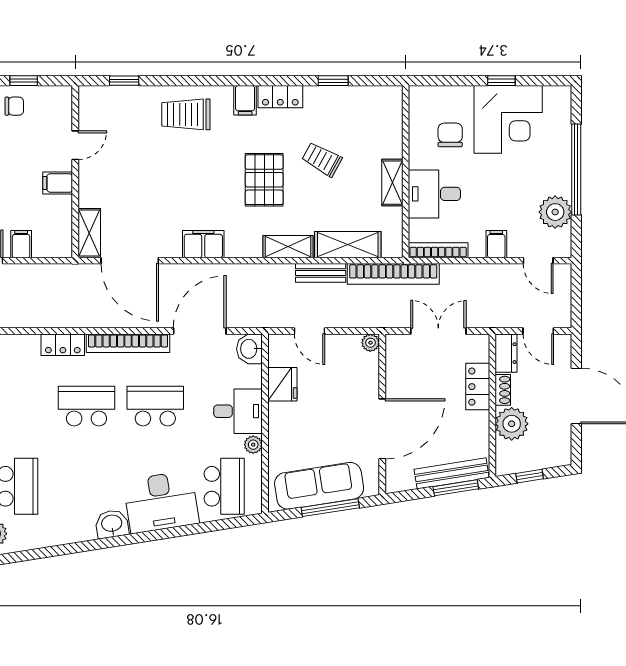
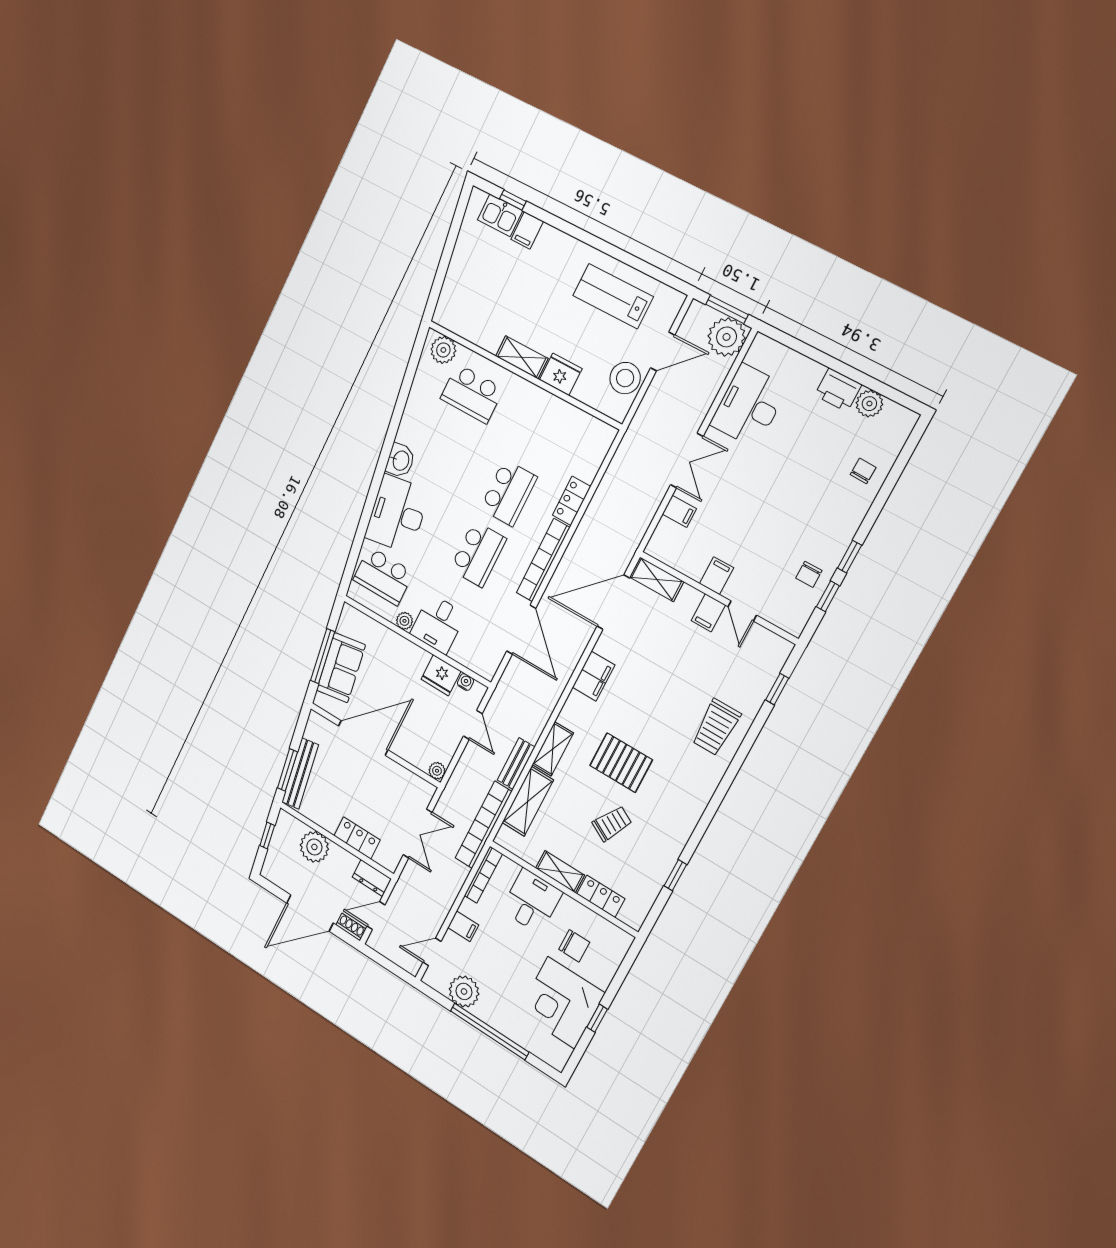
locker: (280, 97) -> (601, 896), moved, turned 90
filing cabinet: (245, 100) -> (708, 613), moved, turned -90
trolley: (186, 114) -> (716, 727), turned 180
door: (309, 331) -> (473, 725), swing flipped
washbasin: (249, 349) -> (484, 664), removed
water cooler: (275, 358) -> (465, 682), added
shoe rack: (503, 390) -> (351, 927), moved, turned 180
door: (382, 429) -> (363, 738), swing flipped
sofa: (319, 486) -> (341, 668), width x0.73

